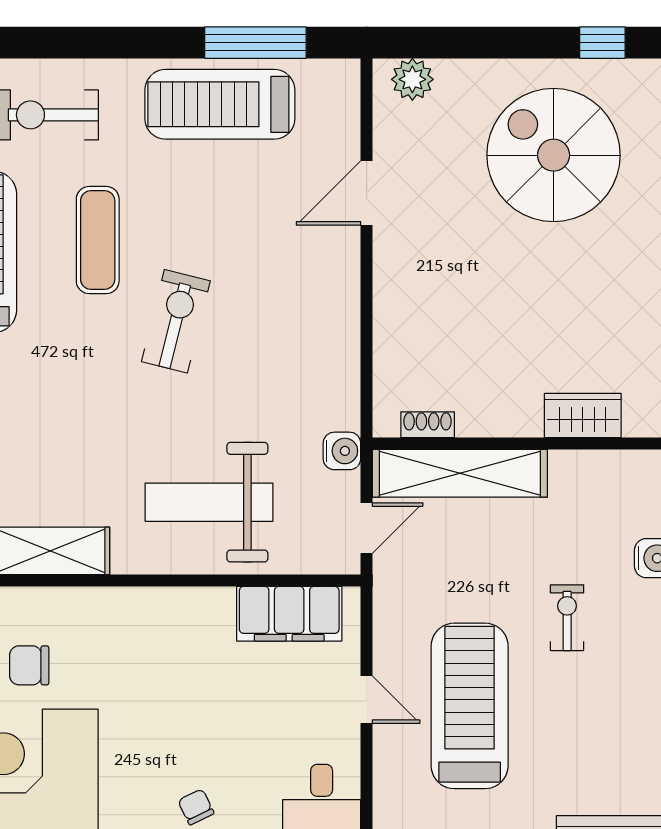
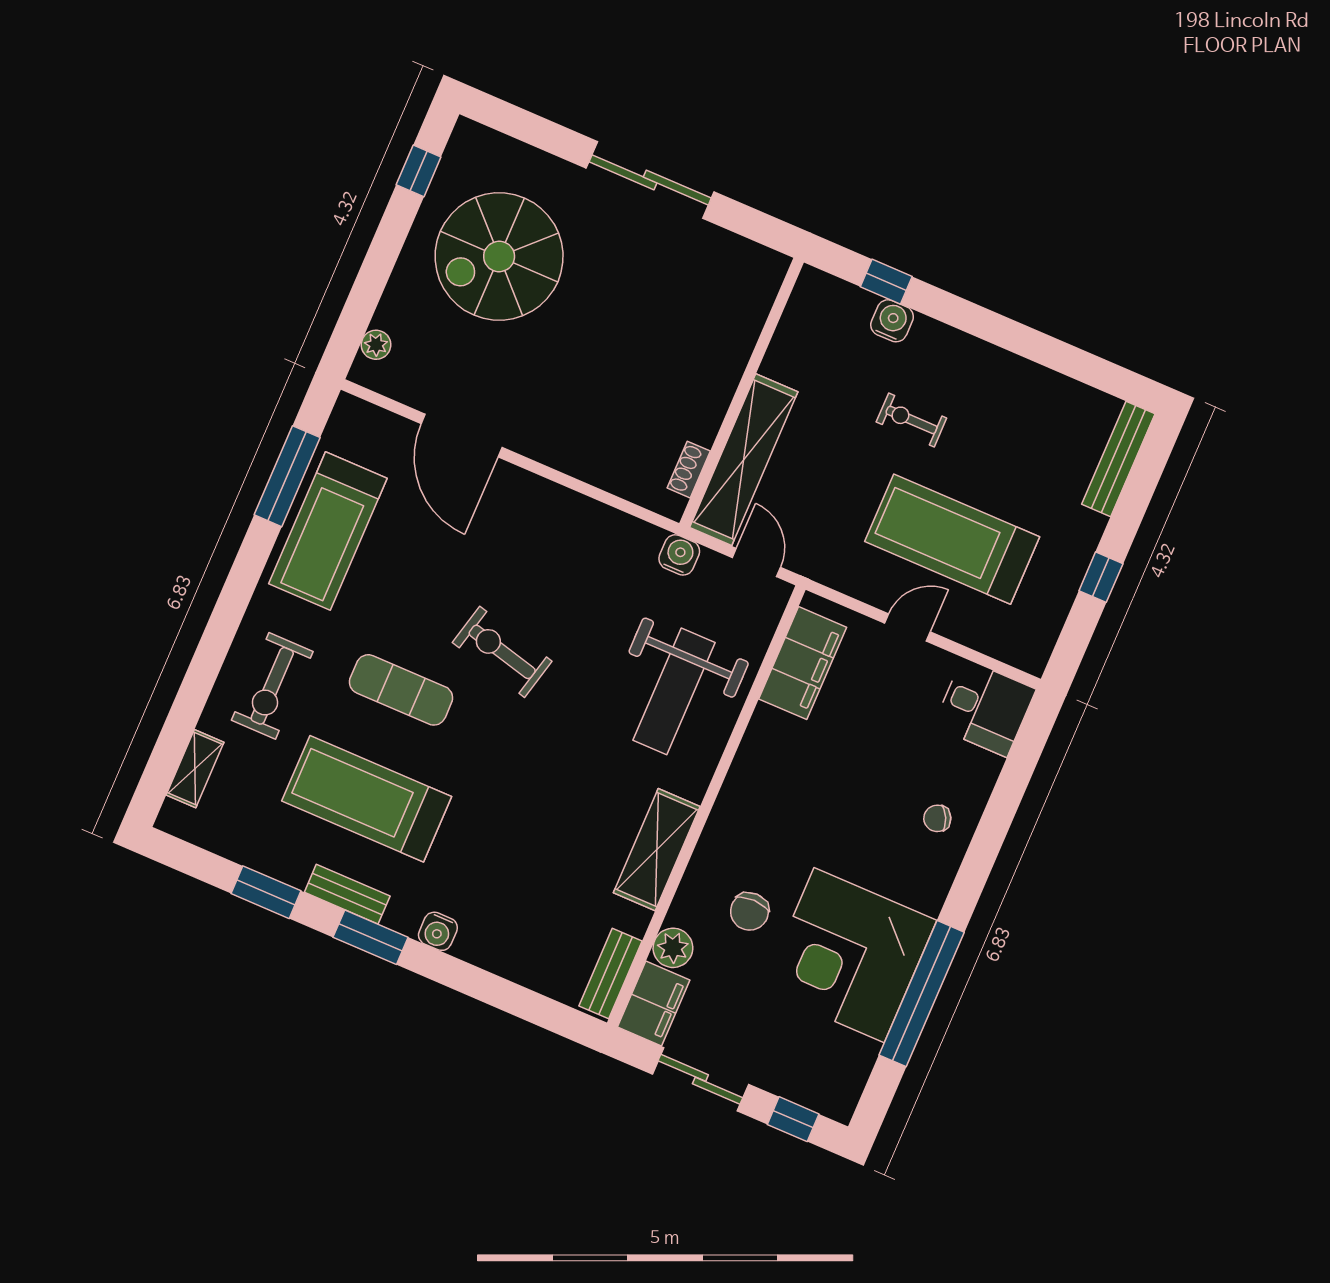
plant: (412, 79) -> (376, 345), width x0.73, depth x0.73
door: (367, 193) -> (462, 435), width x1.36
wardrobe: (583, 416) -> (739, 330), removed

